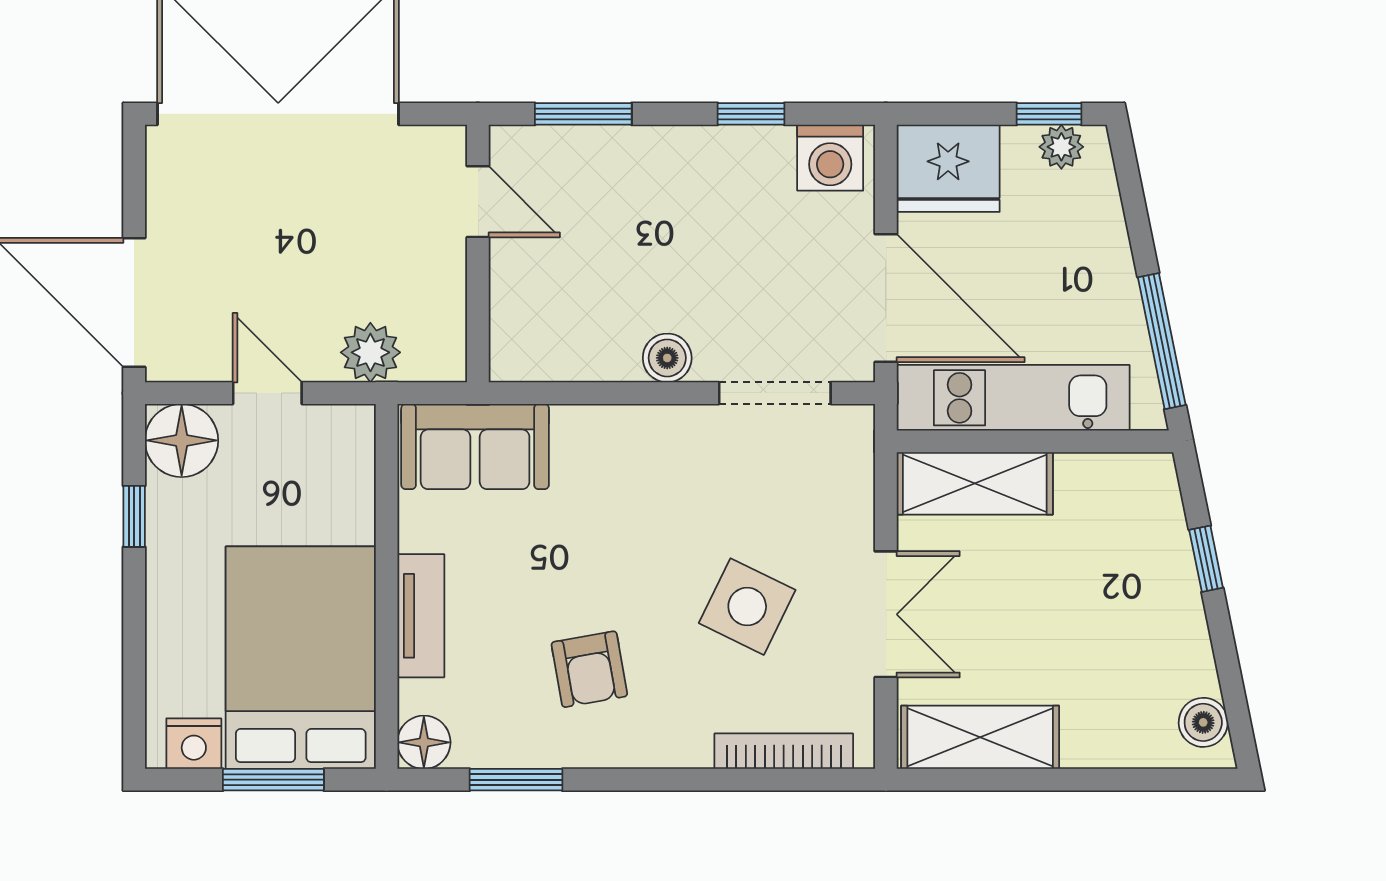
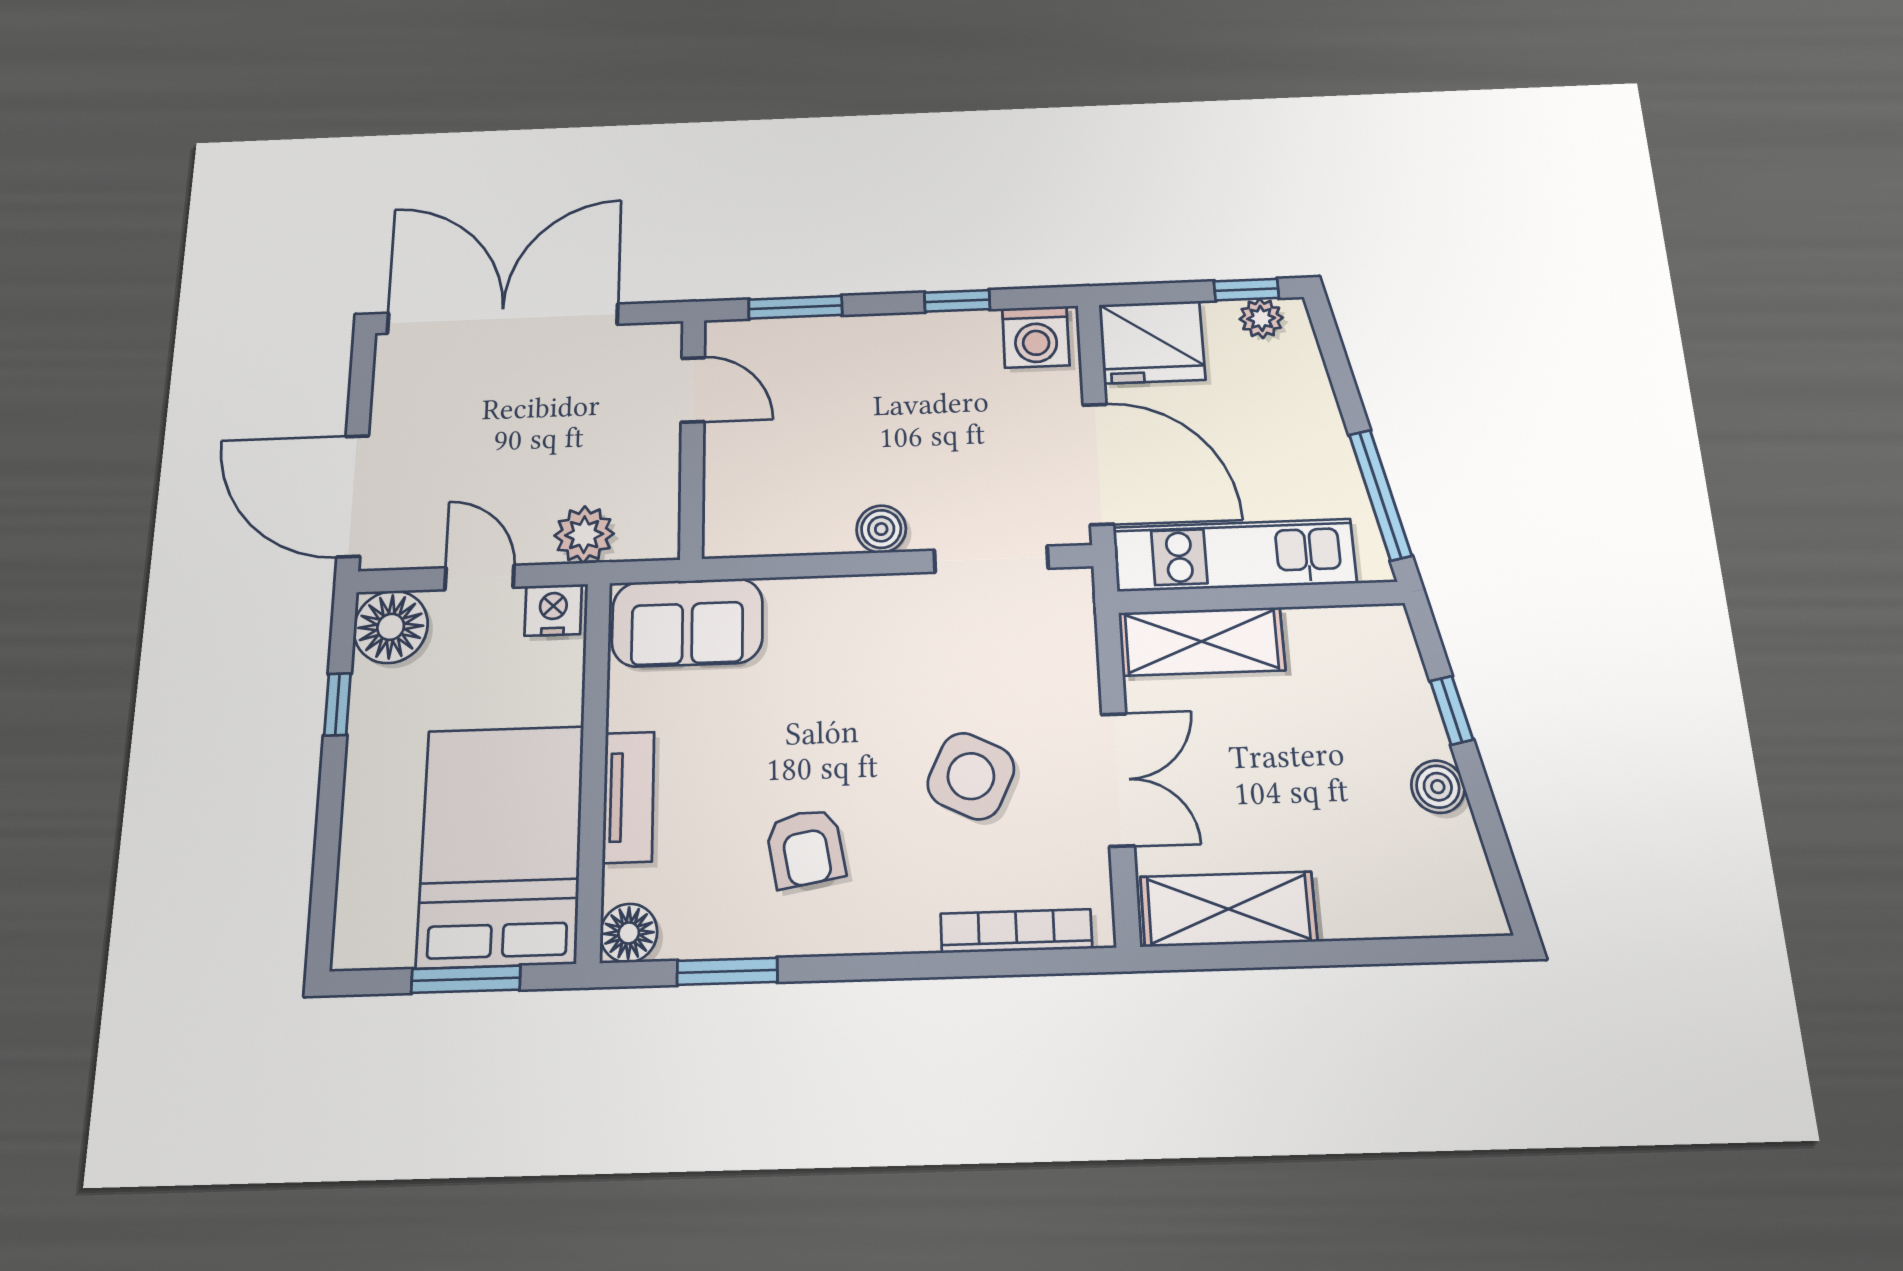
boiler: (1203, 722) -> (1438, 787), moved
nightstand: (194, 744) -> (553, 610), moved, turned 180

